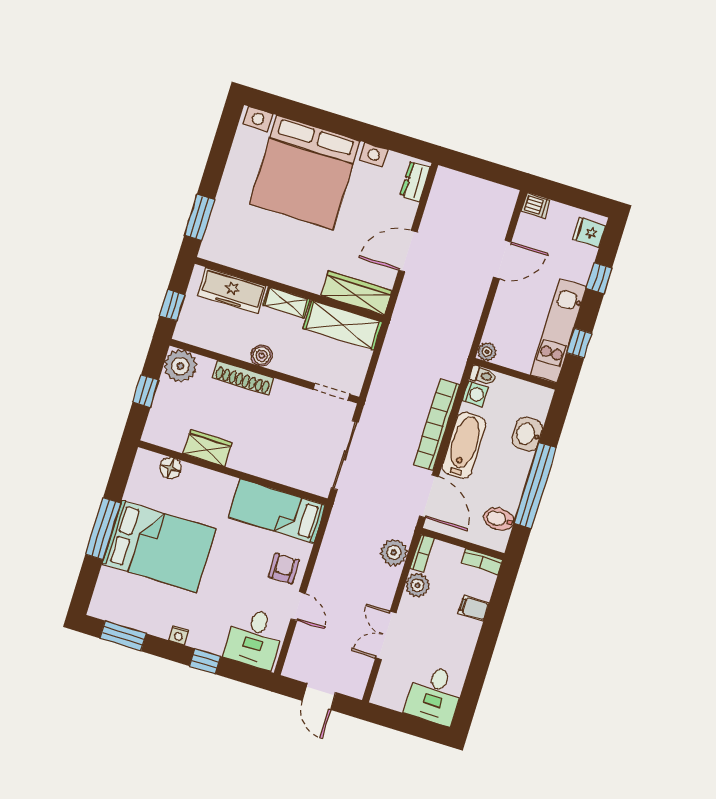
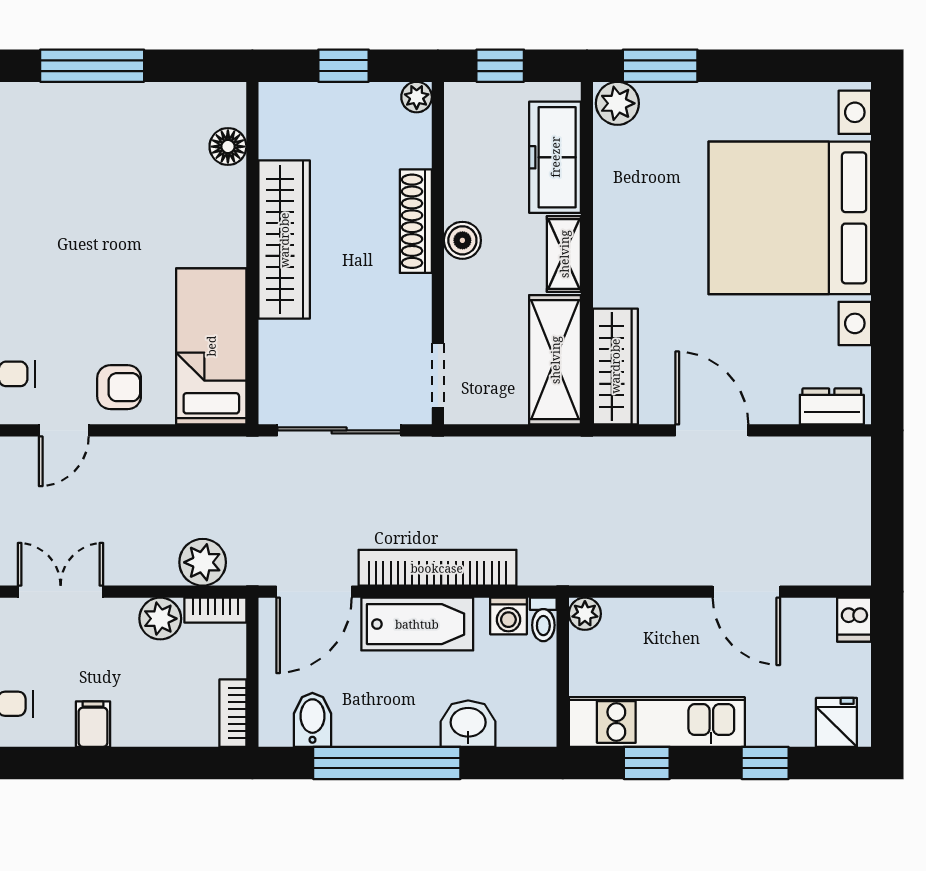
plant: (213, 247) -> (617, 103), added
plant: (180, 366) -> (417, 97), width x0.53, depth x0.53
wardrobe: (208, 448) -> (284, 240), width x2.10, depth x1.17
bed: (159, 546) -> (92, 168), removed
filing cabinet: (474, 608) -> (93, 724), moved

